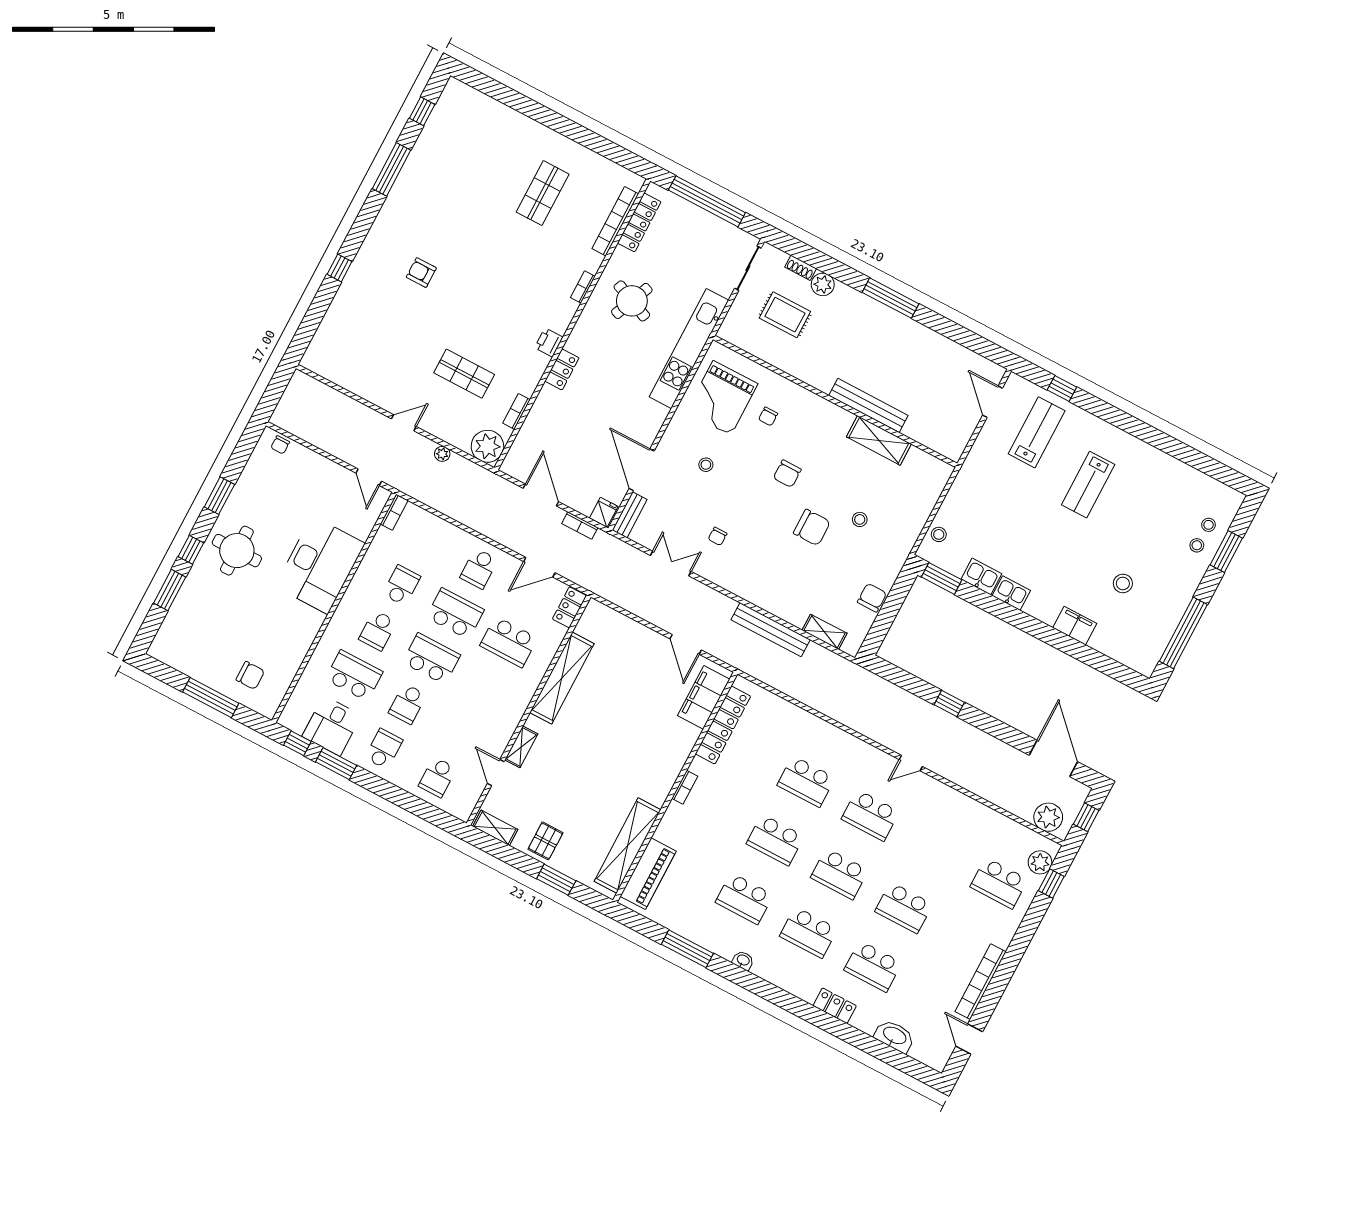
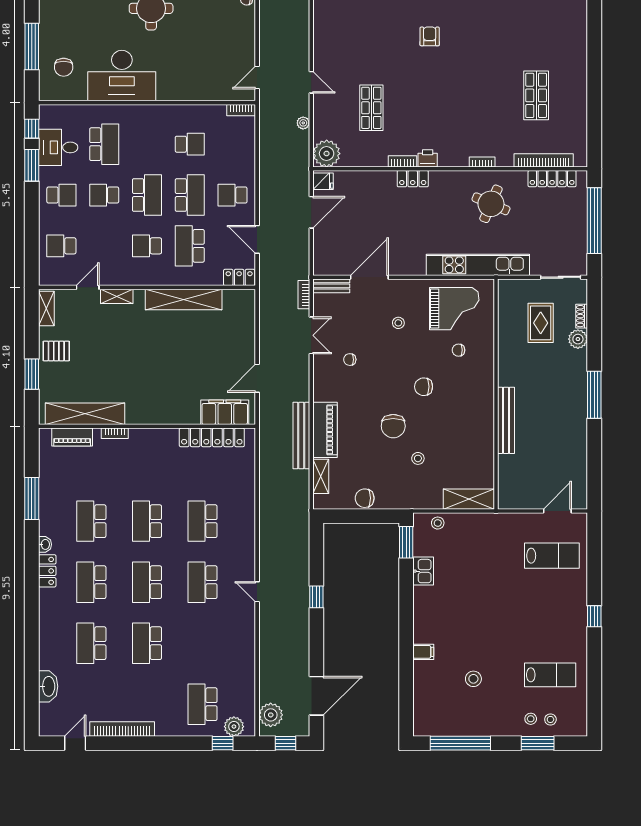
shop shelf: (543, 193) -> (536, 95), turned 90
window: (1062, 389) -> (594, 616), moved
grand piano: (722, 398) -> (454, 309), turned 180
bookcase: (516, 411) -> (403, 161), moved
shelving: (879, 440) -> (469, 499), moved, turned 90
lab bench: (1088, 485) -> (550, 675), moved, turned 180
fridge: (604, 512) -> (323, 181), moved
bookcase: (580, 526) -> (304, 295), moved
desk: (320, 565) -> (122, 76), moved
kitchen sink: (1011, 593) -> (423, 600), removed
chair: (872, 598) -> (365, 498), turned 180
piano: (778, 601) -> (325, 430), added
filing cabinet: (1075, 626) -> (423, 652), width x0.50
school desk: (378, 630) -> (147, 246), moved
bookcase: (685, 787) -> (115, 433), moved
piano: (648, 874) -> (72, 437), width x0.73, depth x0.75
locker: (835, 1006) -> (47, 571), moved

